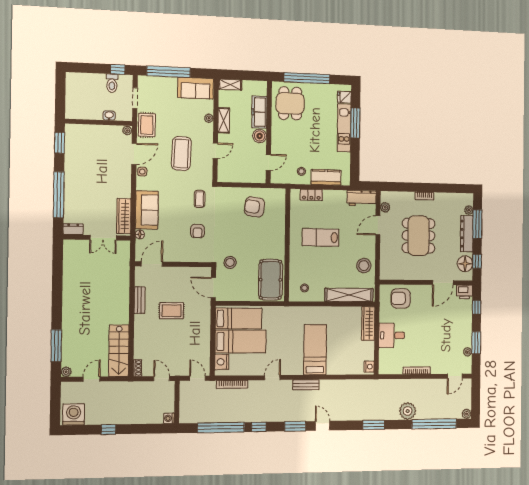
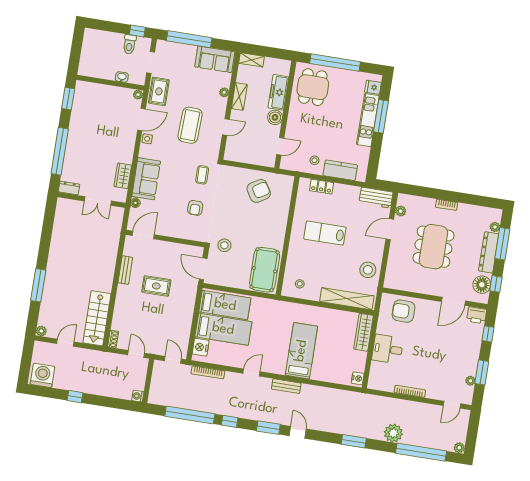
armchair: (254, 207) -> (259, 191), turned 141
wardrobe: (124, 216) -> (123, 176), width x0.67
window: (56, 346) -> (38, 285), moved

